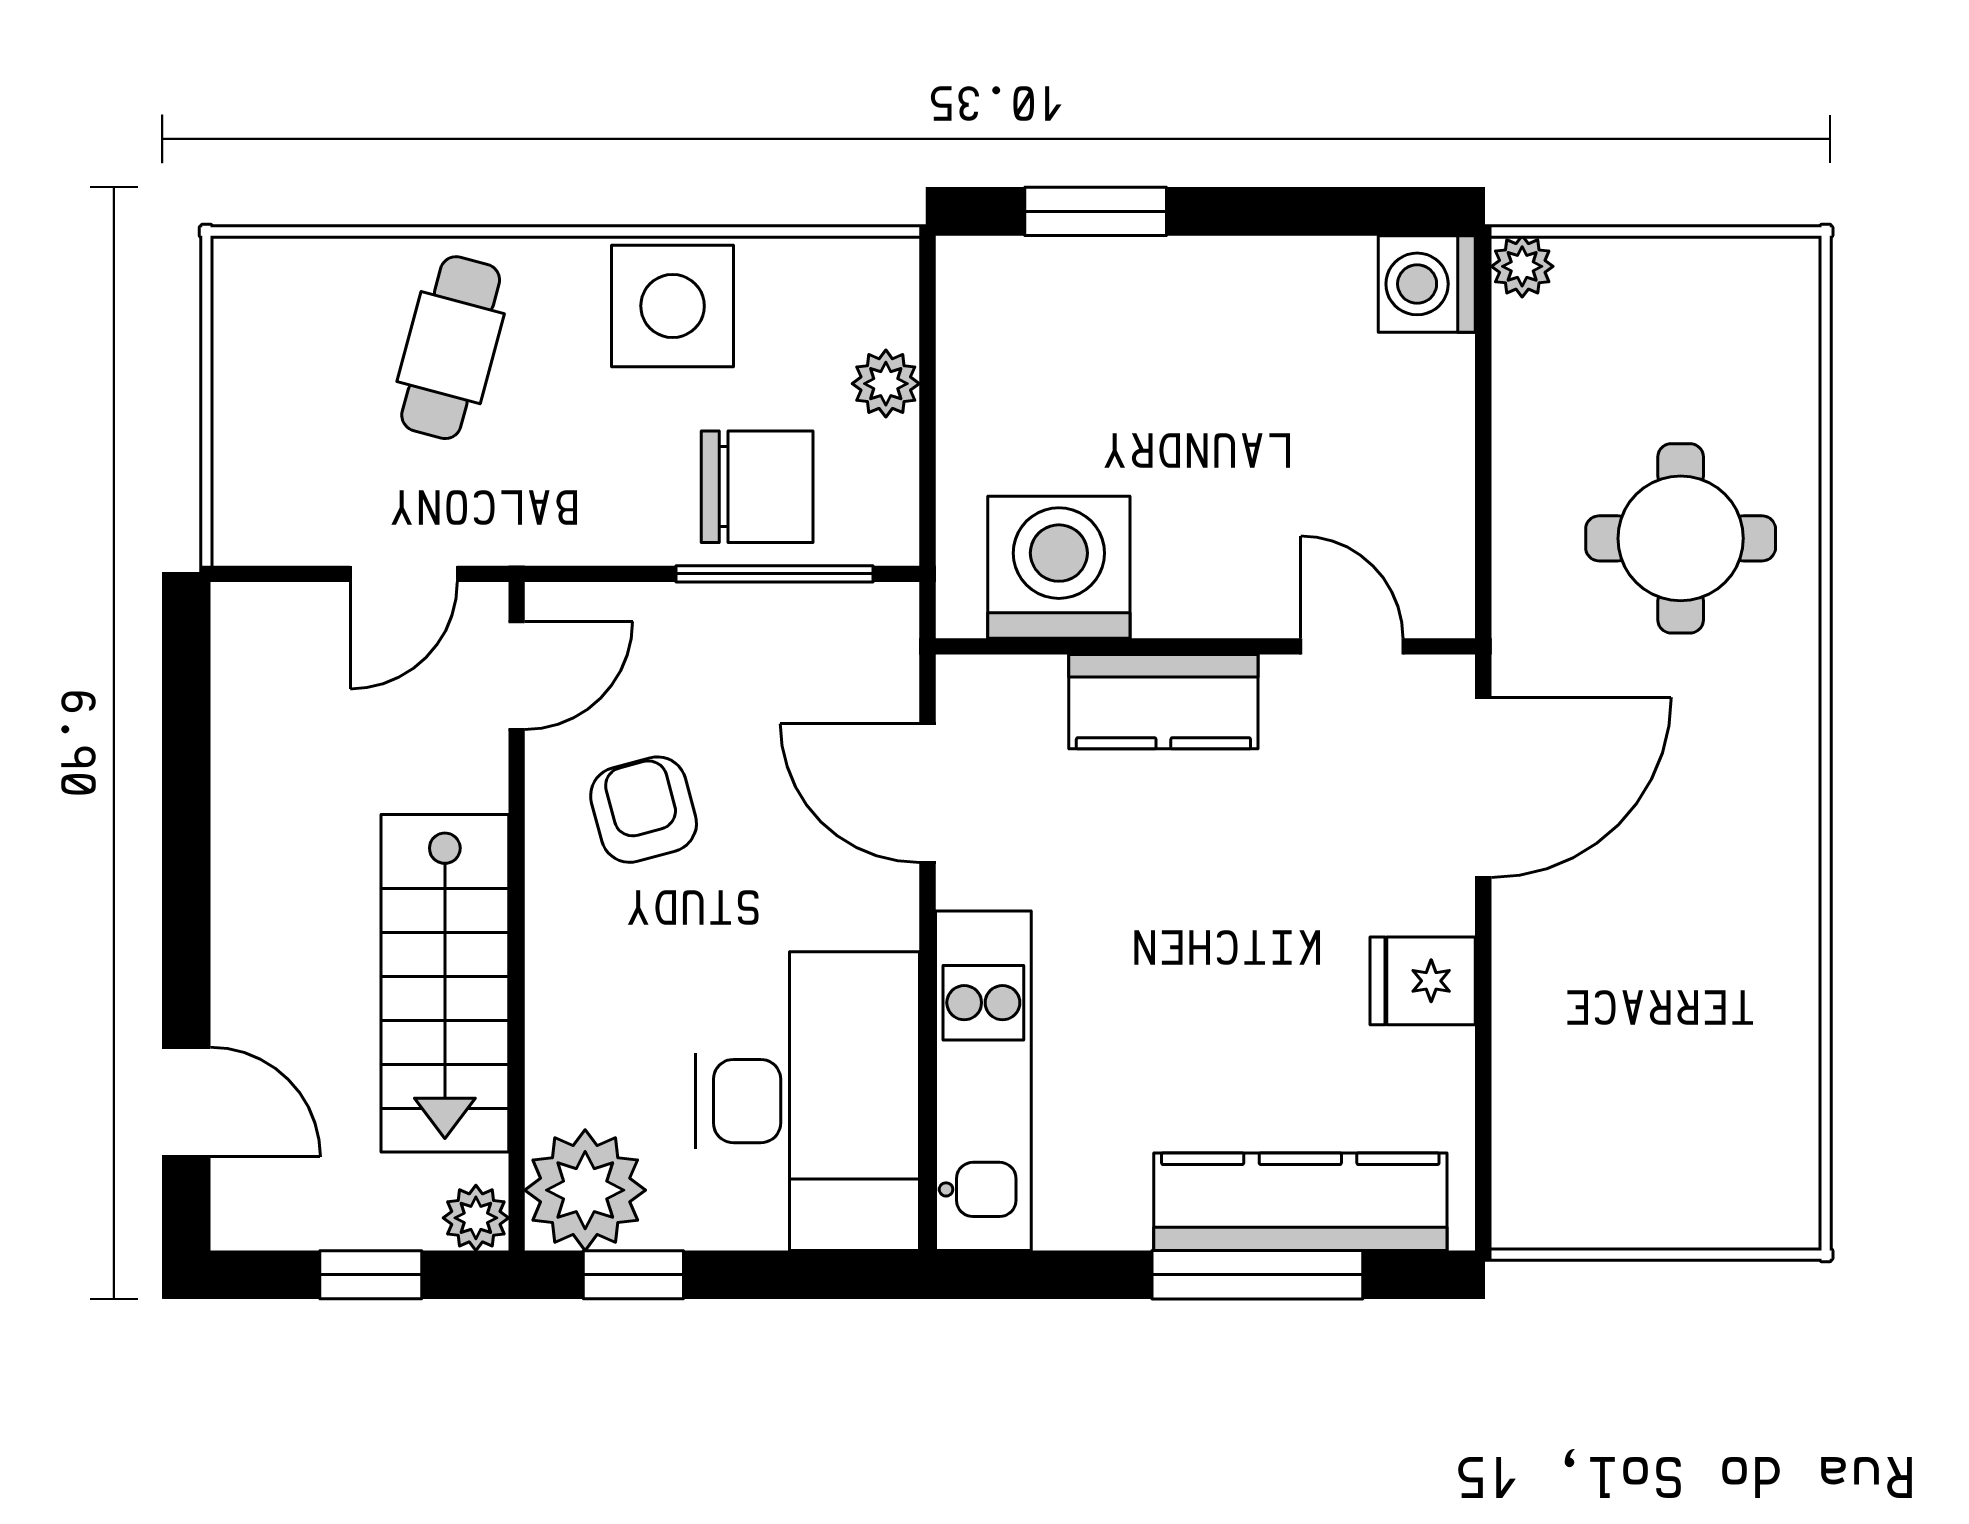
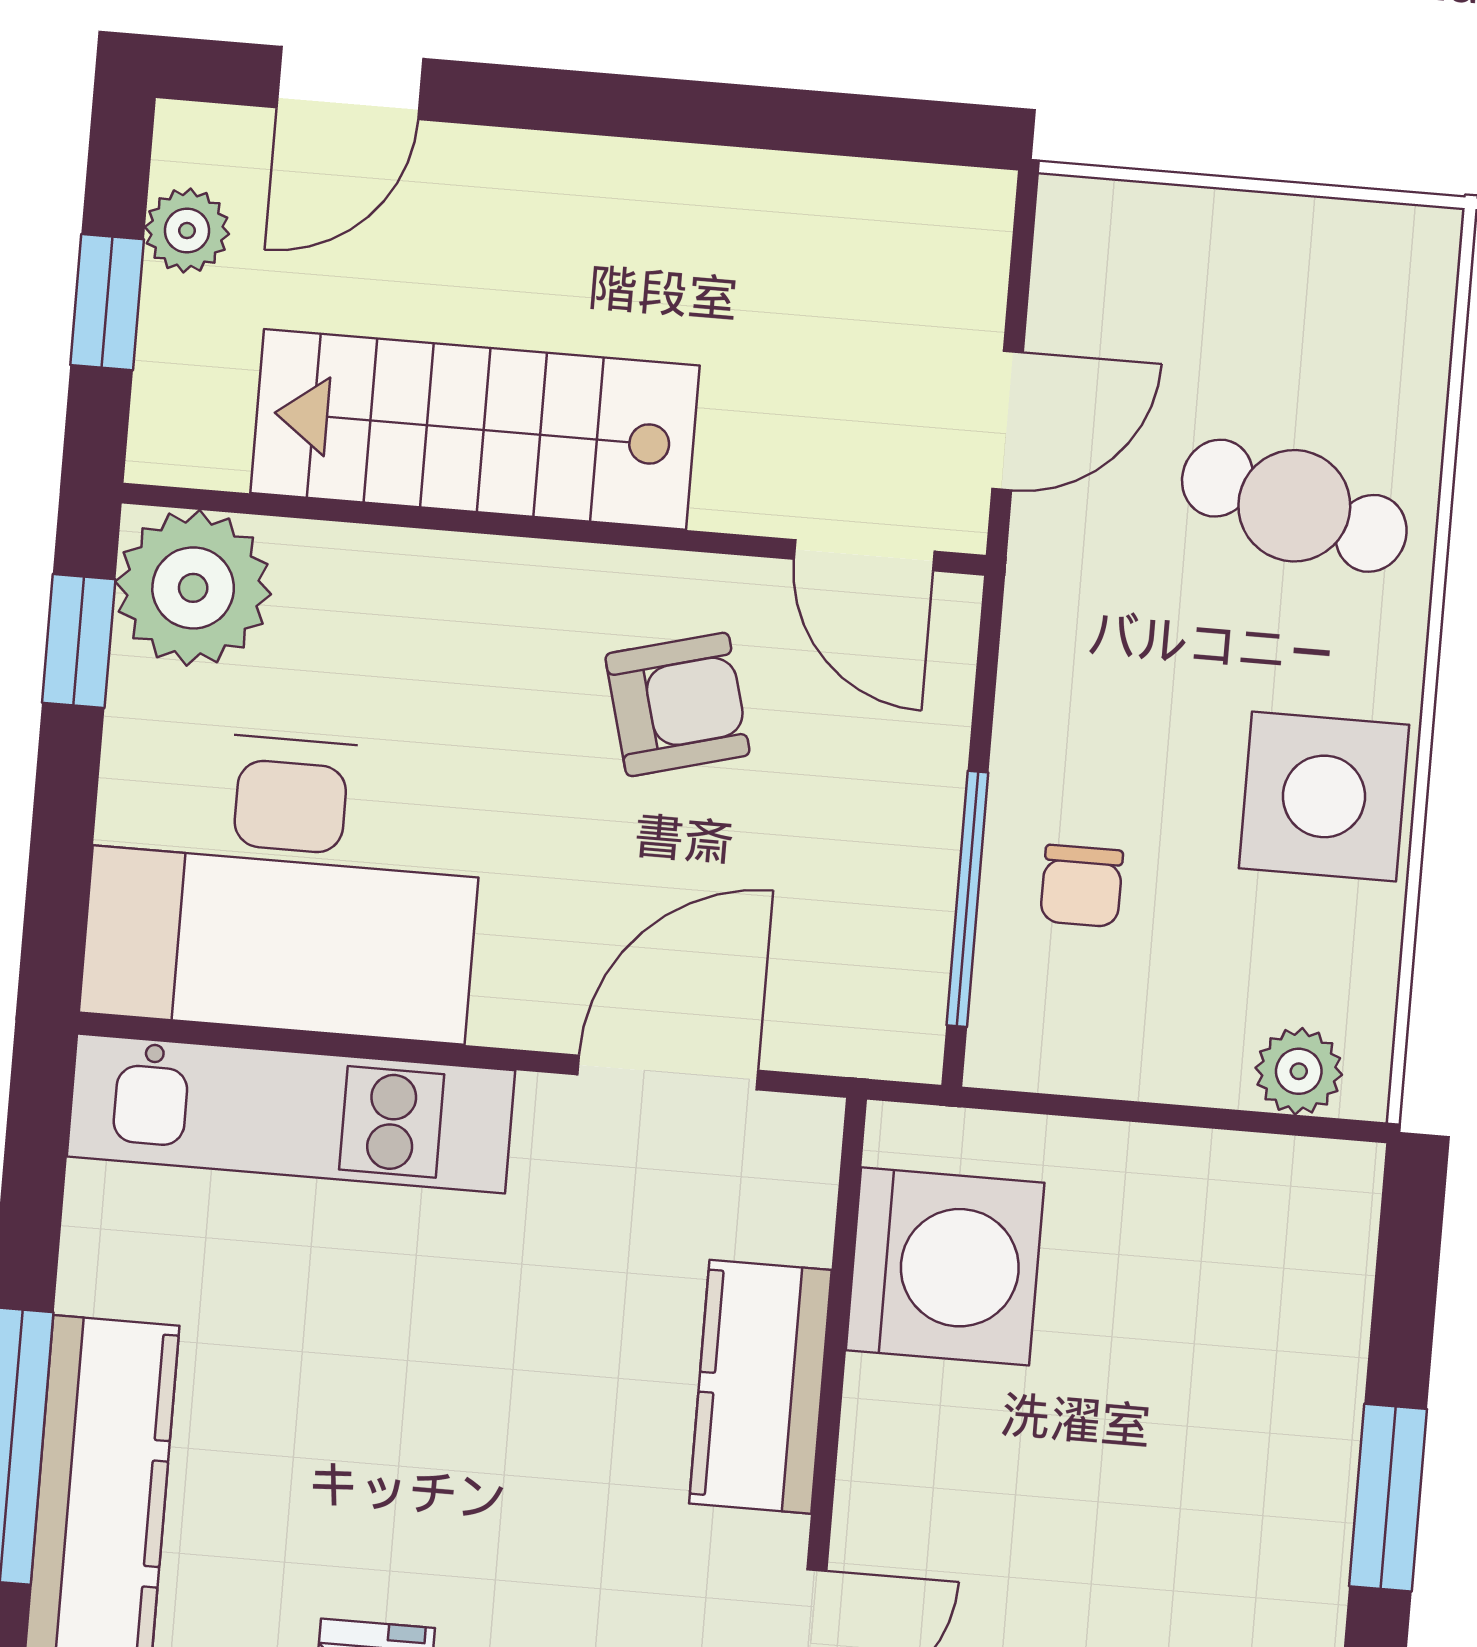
window: (1096, 211) -> (1388, 1498), moved
plant: (886, 384) -> (1299, 1071), moved
chair: (757, 487) -> (1082, 886), width x0.54, depth x0.54
door: (404, 574) -> (1008, 421), swing flipped
plant: (476, 1218) -> (187, 231), moved

